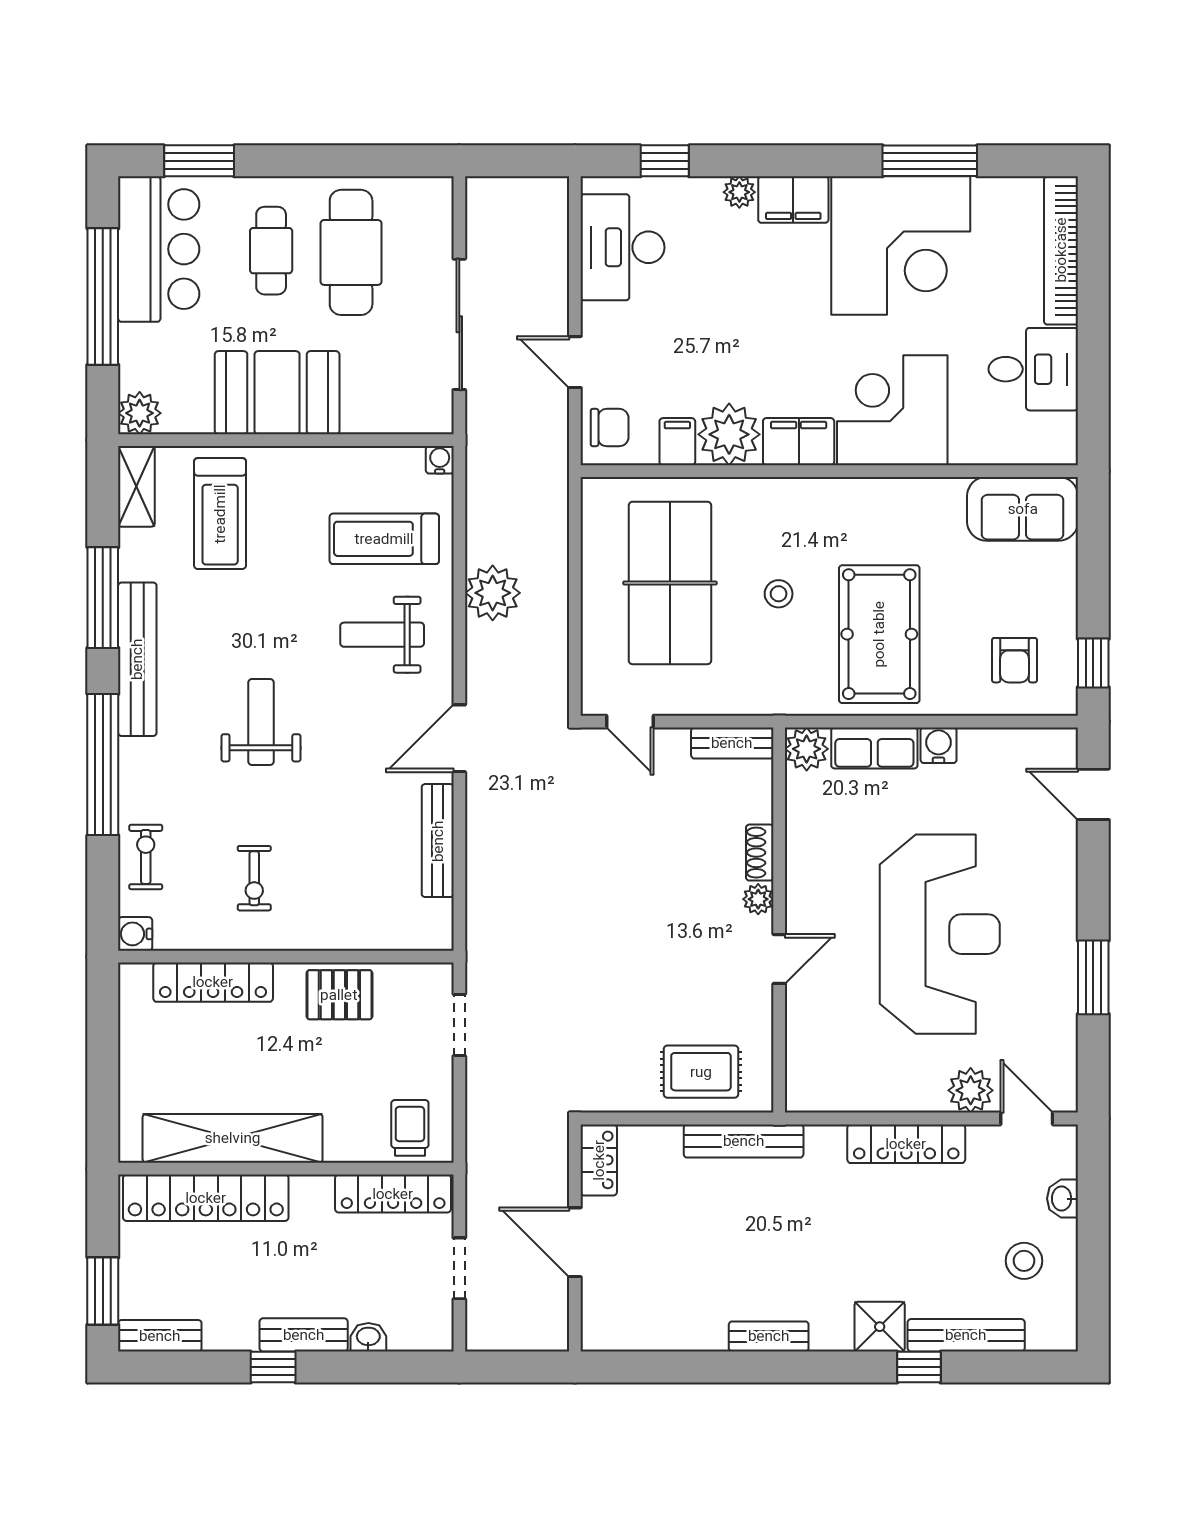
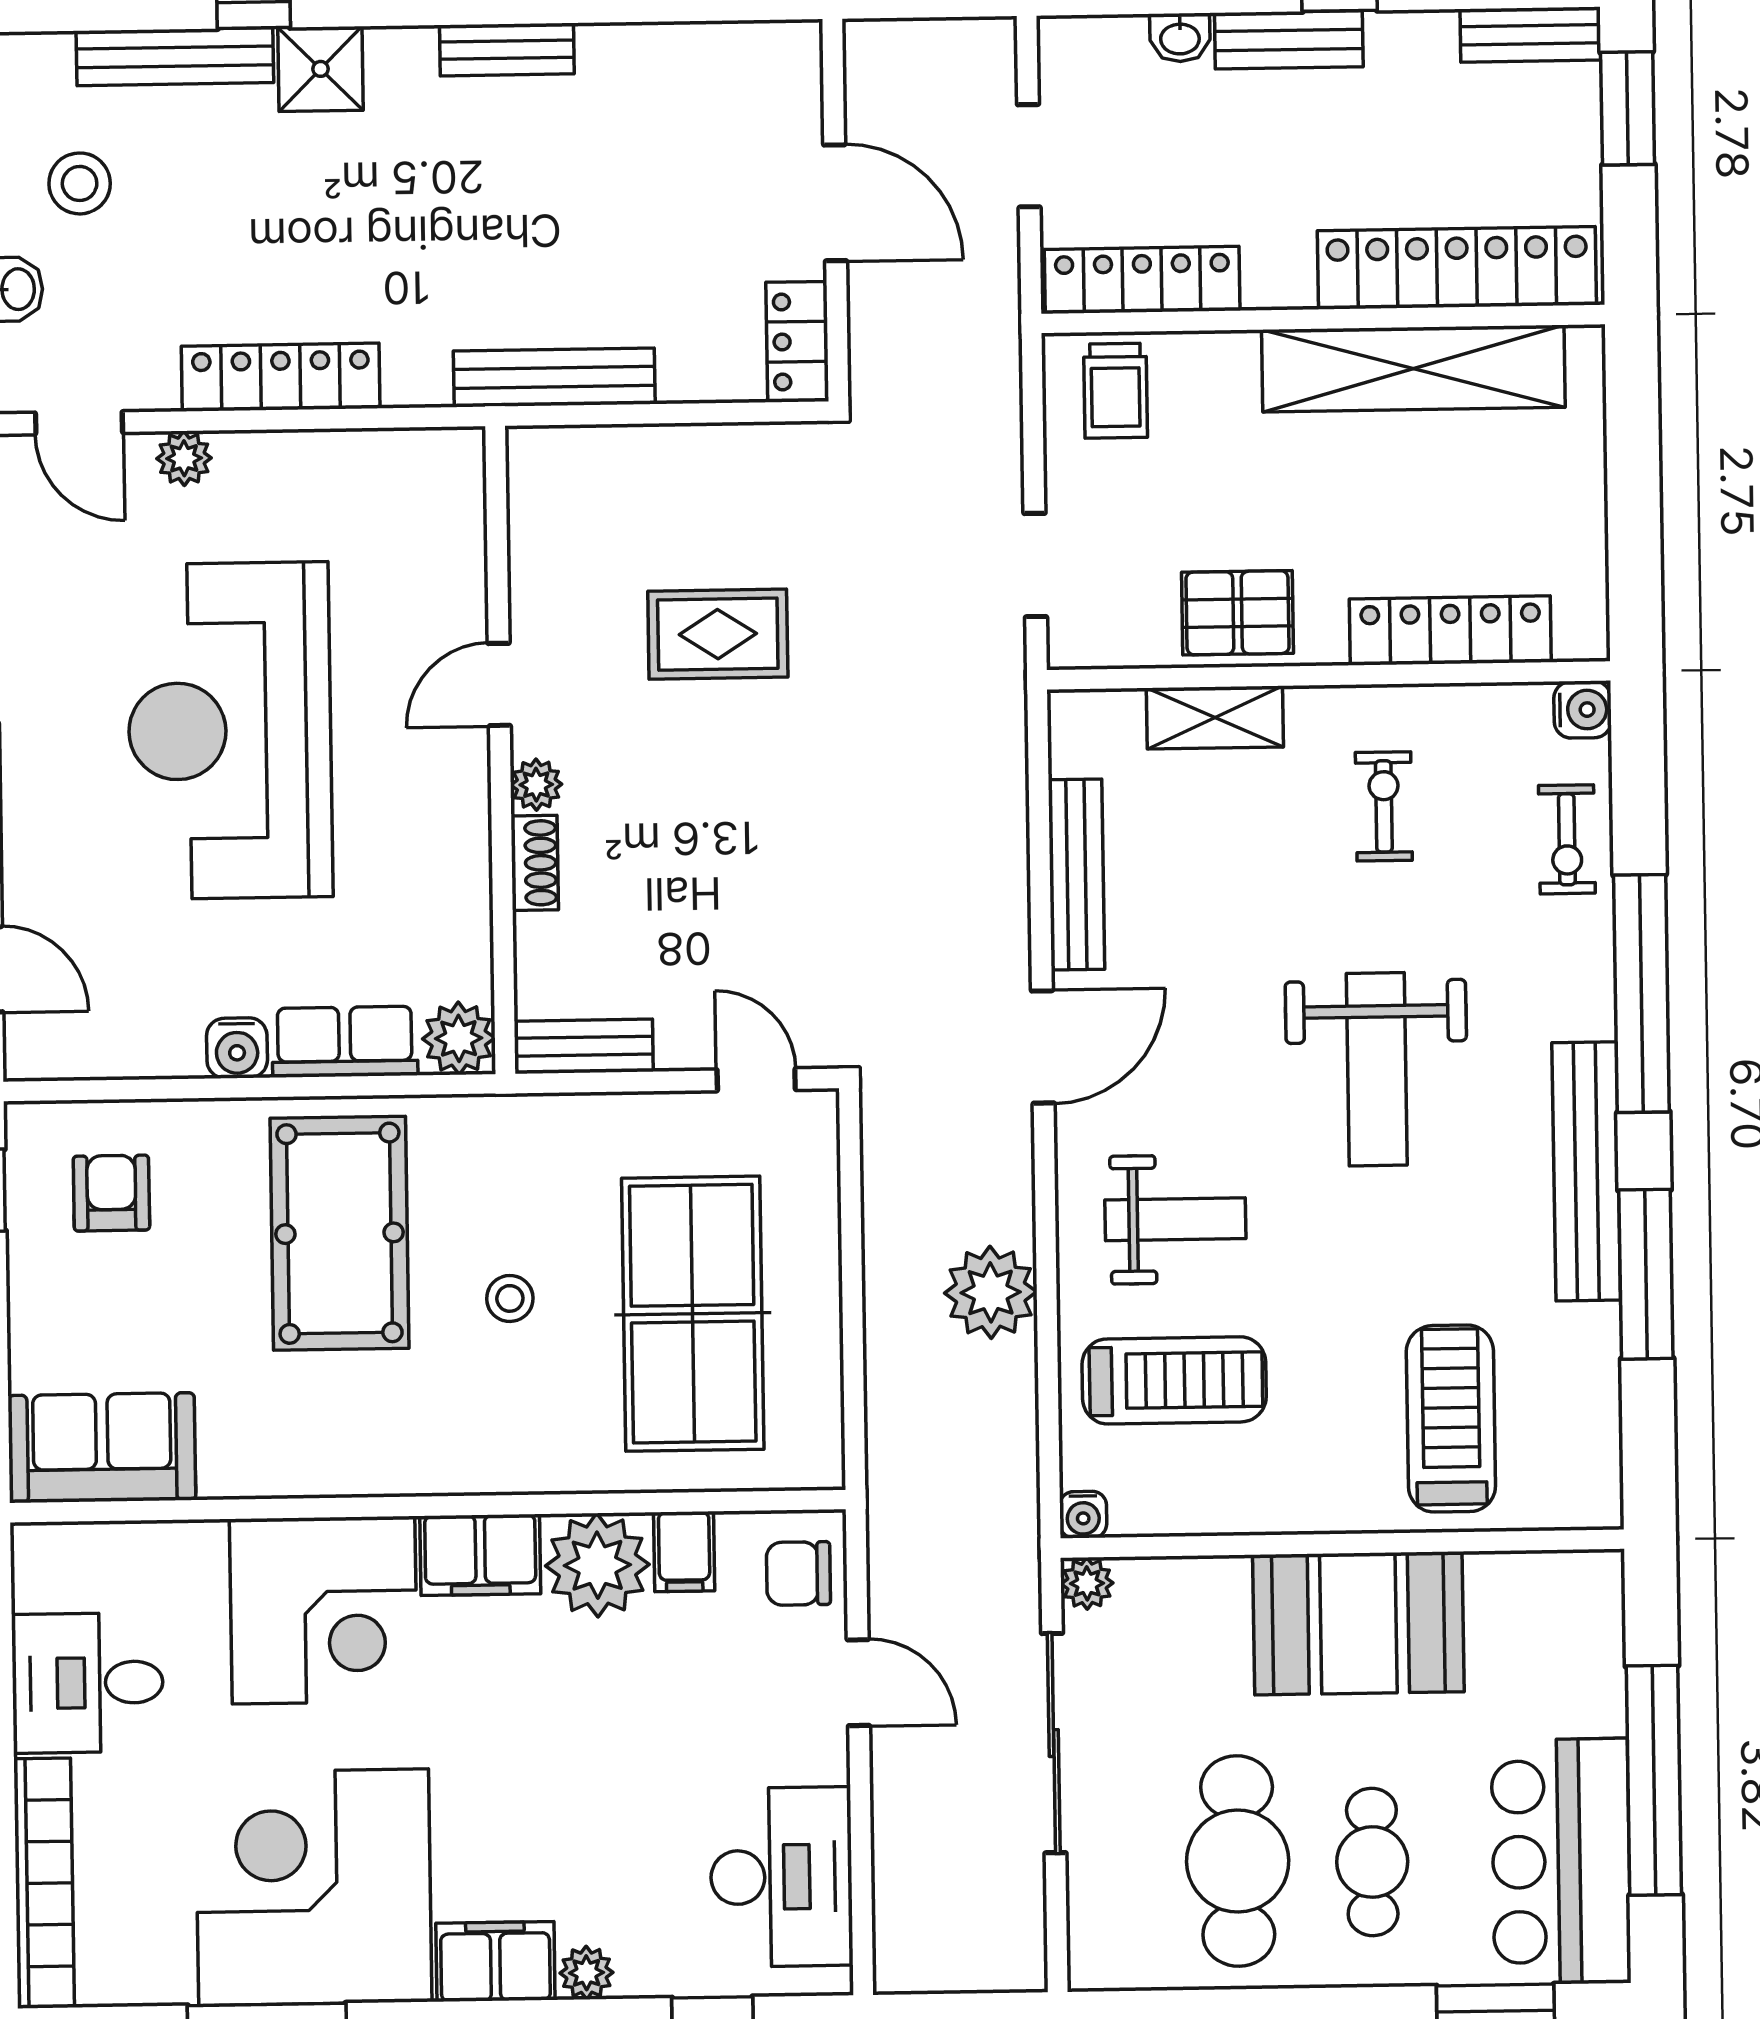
plant: (140, 413) -> (1087, 1583), moved, width x0.73, depth x0.73
shelving: (136, 486) -> (1215, 717), moved, turned 90
weight bench: (261, 722) -> (1377, 1069), width x1.36, depth x1.33
rug: (701, 1072) -> (718, 634), moved
plant: (971, 1090) -> (184, 458), width x0.73, depth x0.73

